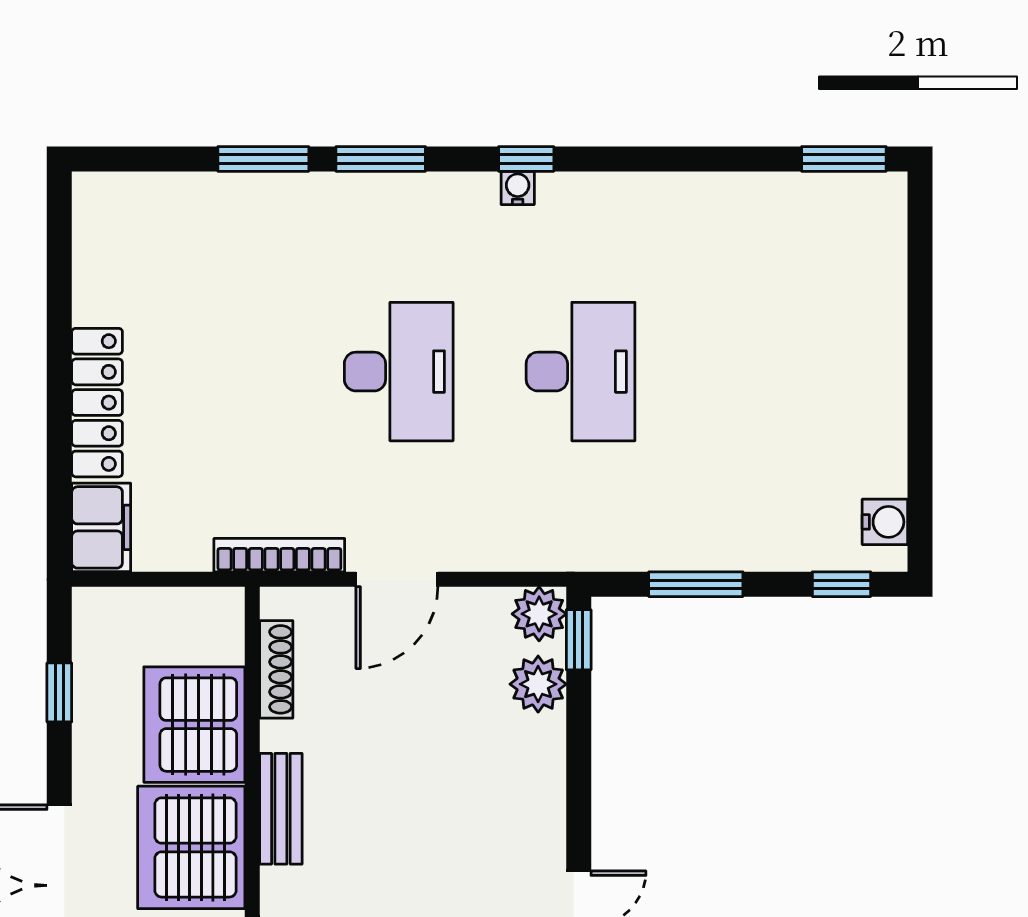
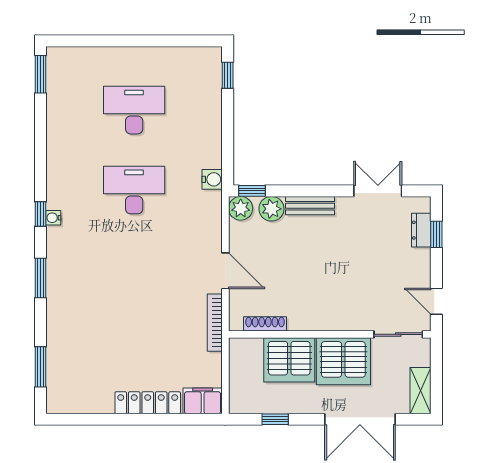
window: (263, 159) -> (41, 367), moved
desk: (399, 372) -> (134, 110), moved
water cooler: (885, 522) -> (212, 179), moved, turned 90
window: (696, 584) -> (228, 139), removed
bench: (281, 809) -> (310, 206), moved

